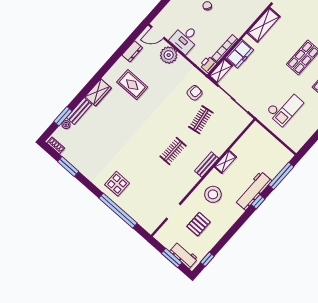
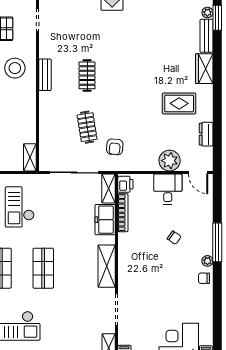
door: (158, 32) -> (198, 173), swing flipped
shelving: (225, 162) -> (30, 157), moved
bench: (207, 165) -> (45, 75), moved

